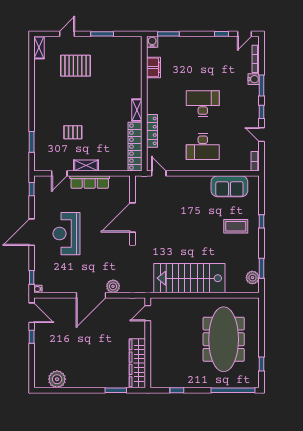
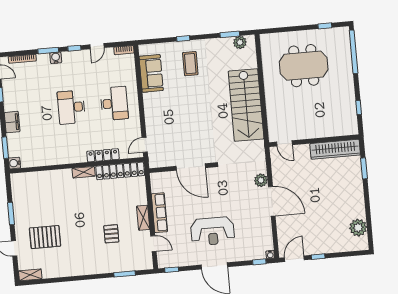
pallet: (76, 66) -> (45, 237), turned 90
filing cabinet: (153, 67) -> (12, 122), moved, turned 90
water cooler: (254, 79) -> (56, 58), moved
meeting table: (224, 339) -> (304, 66), width x0.73

